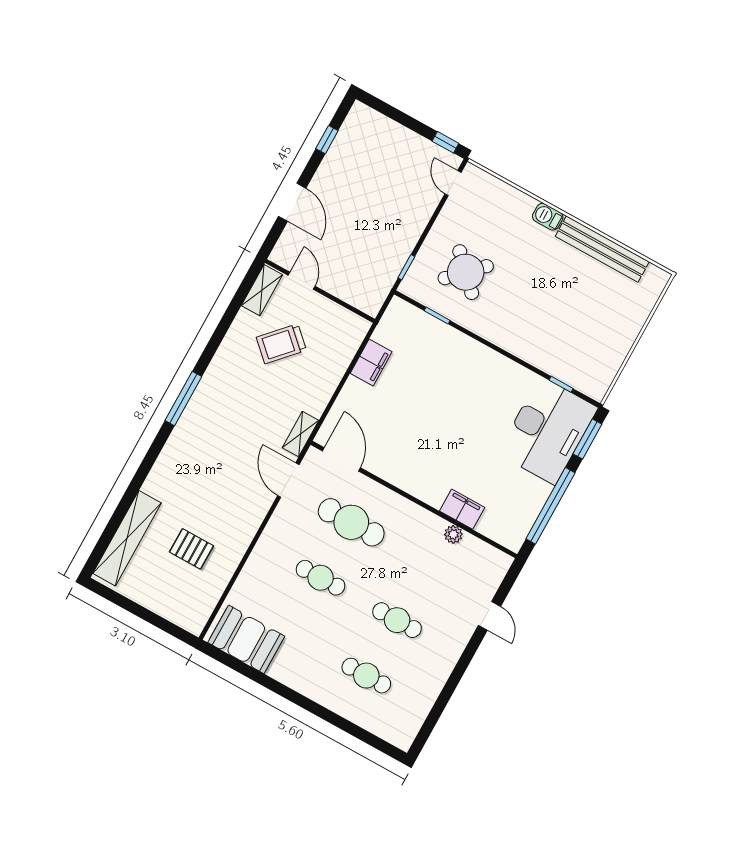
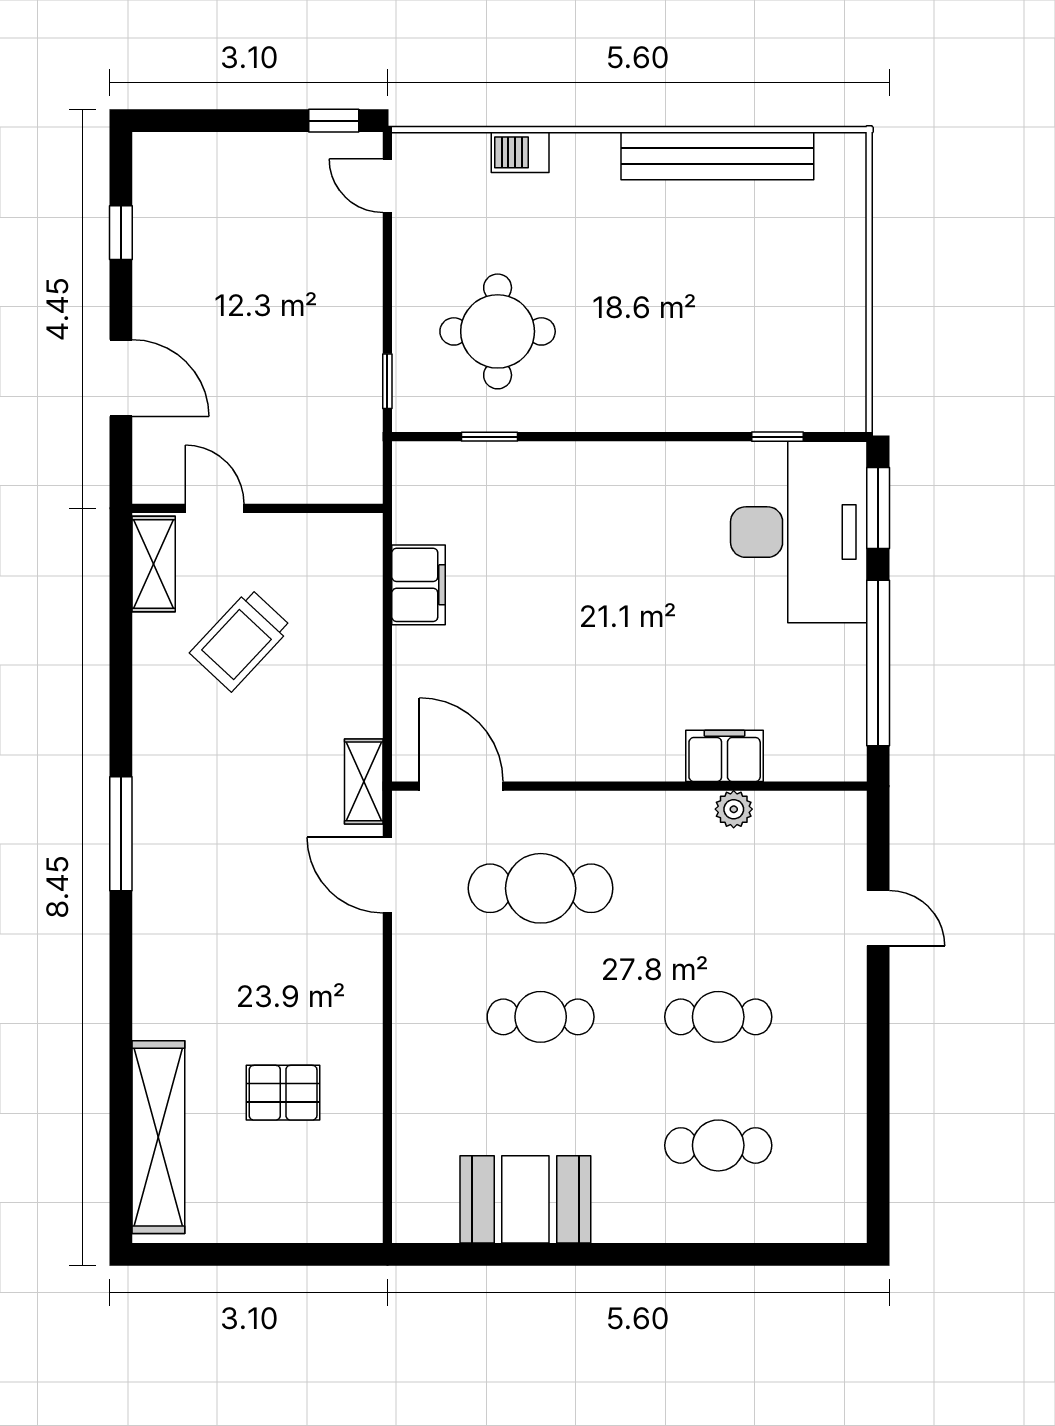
barbecue: (548, 217) -> (520, 152), moved
round table: (466, 272) -> (498, 331), turned 45
booth: (246, 639) -> (525, 1199), moved

